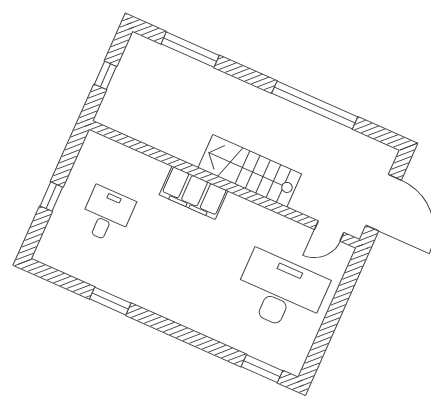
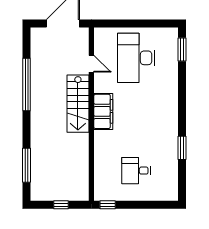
filing cabinet: (194, 193) -> (103, 111), moved
window: (51, 197) -> (108, 205), moved
door: (329, 231) -> (91, 64), moved

